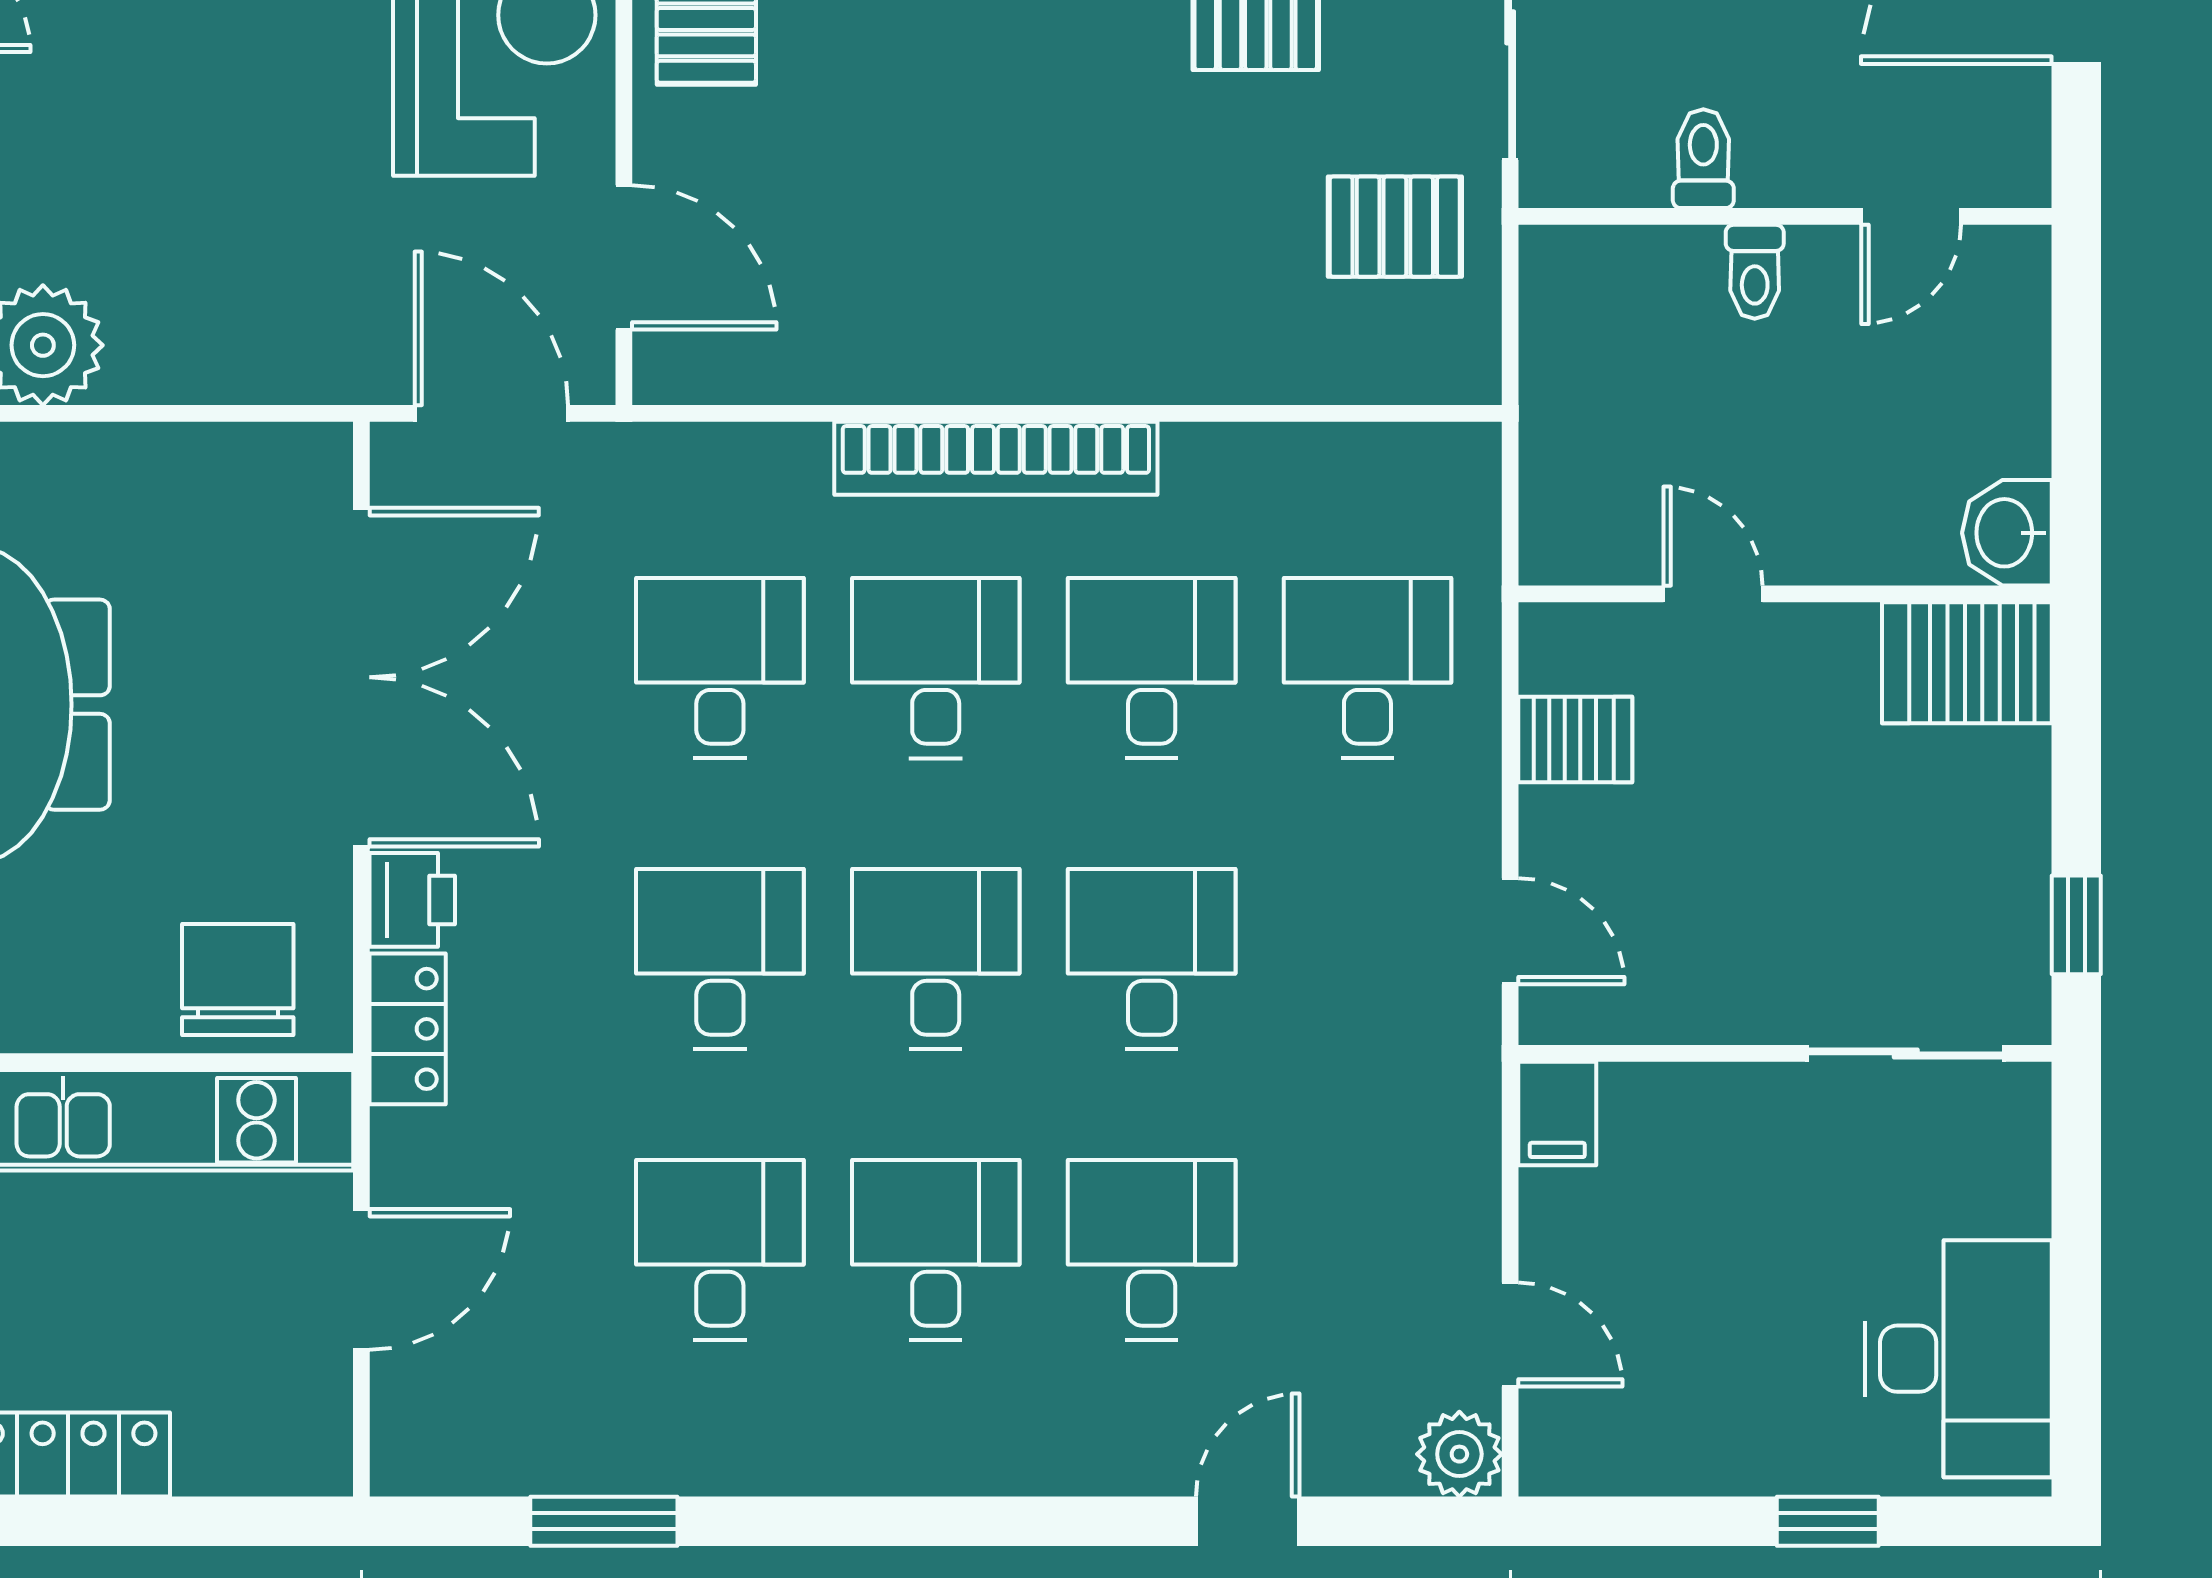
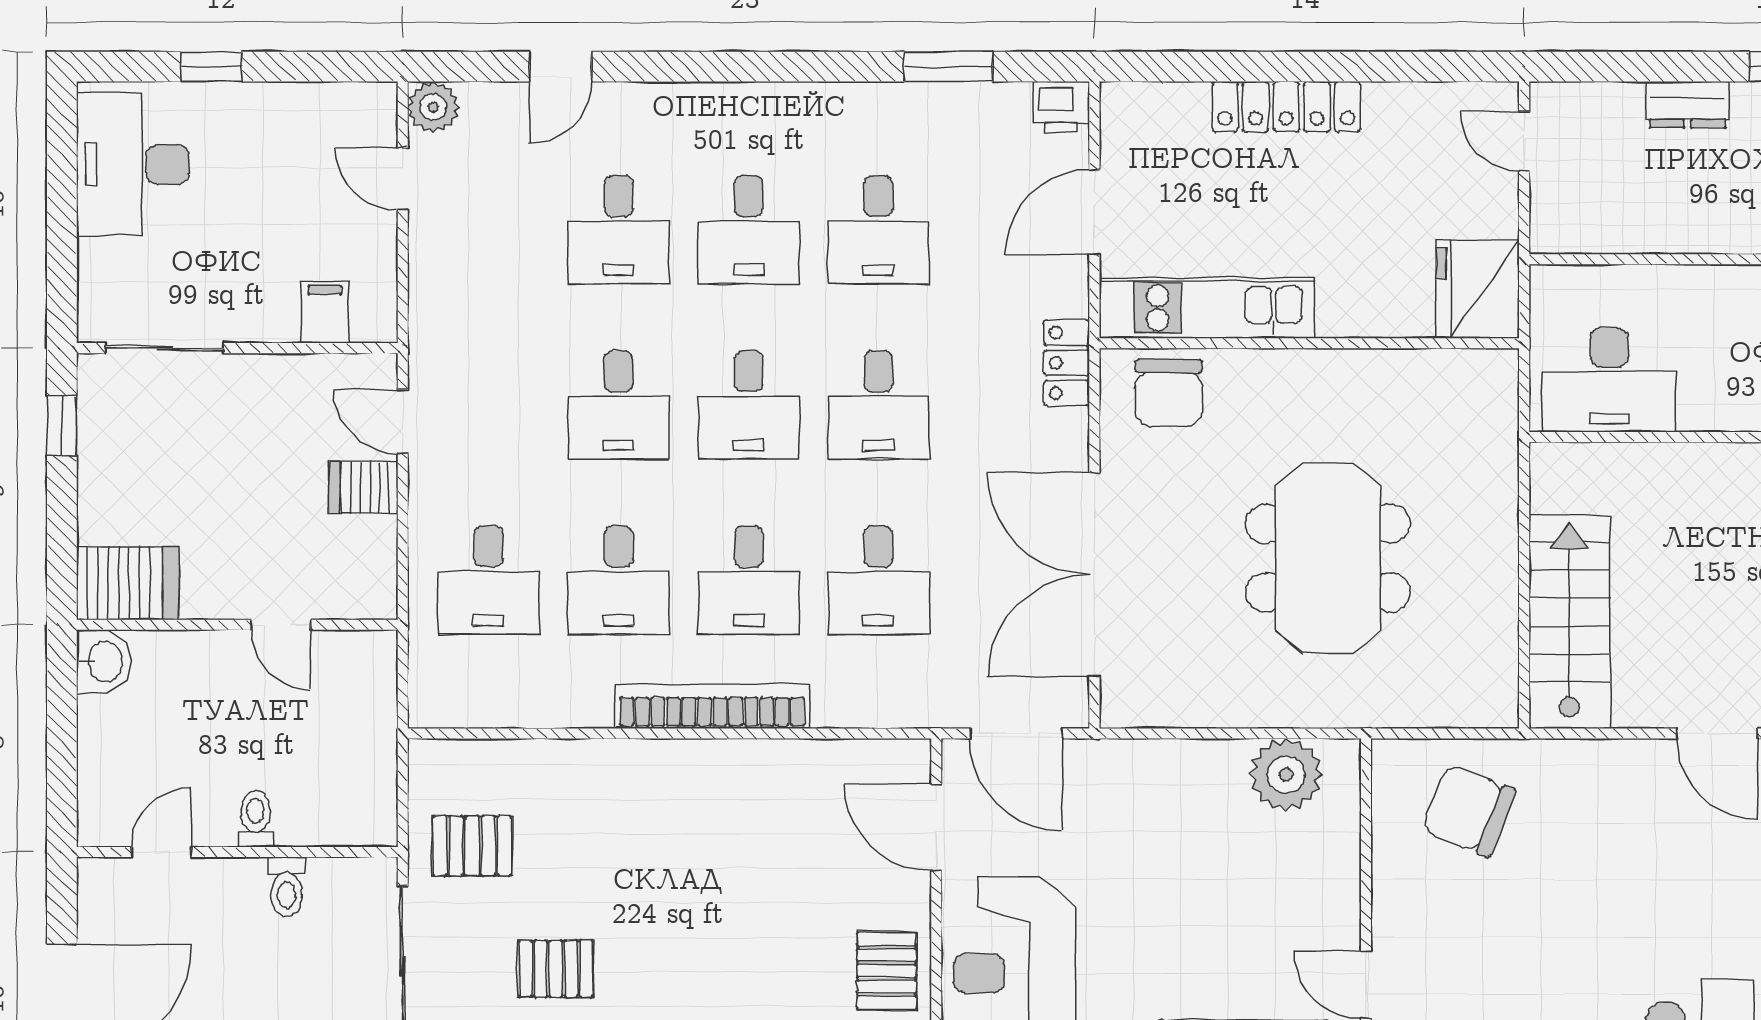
server rack: (1575, 739) -> (364, 487), moved
printer: (412, 900) -> (1061, 107), moved, turned -90
filing cabinet: (1557, 1114) -> (325, 312), moved

